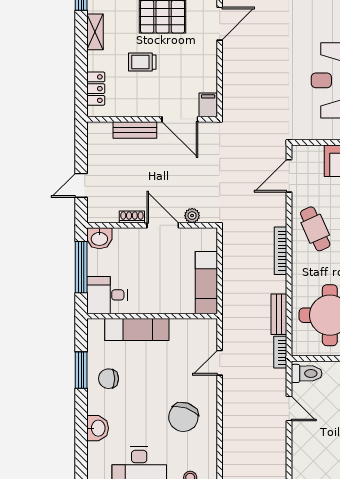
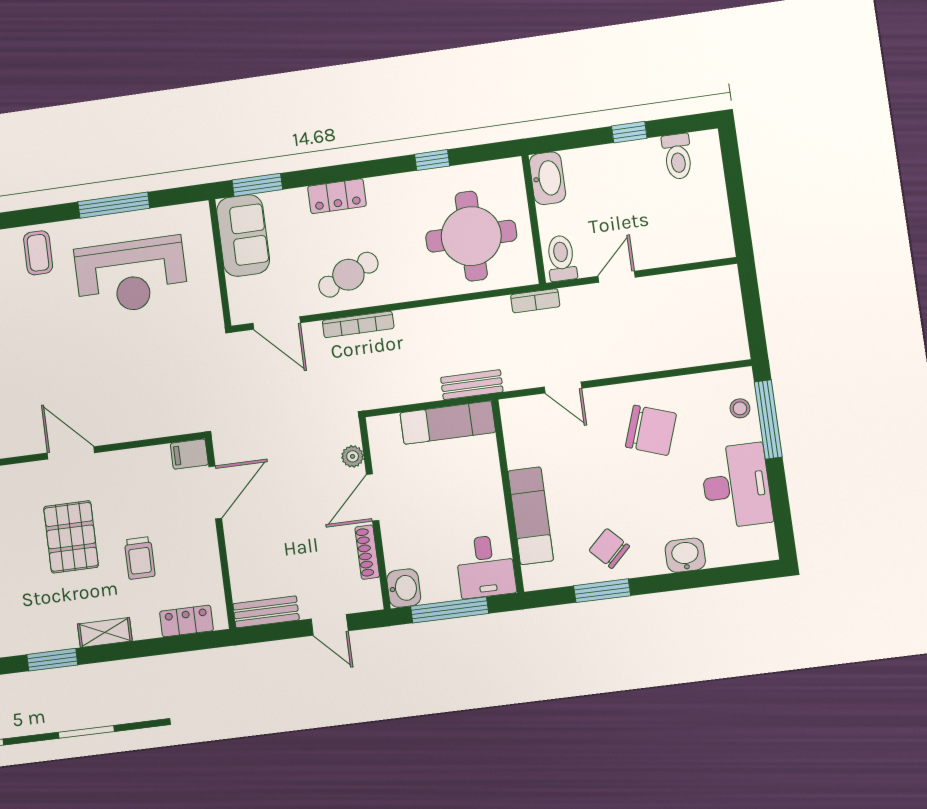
bench: (135, 130) -> (266, 612), moved, turned 90
shoe rack: (132, 217) -> (367, 552), width x1.43
bookcase: (281, 251) -> (358, 324), moved
bench: (279, 314) -> (472, 385), moved
chair: (108, 379) -> (609, 548), turned 136

